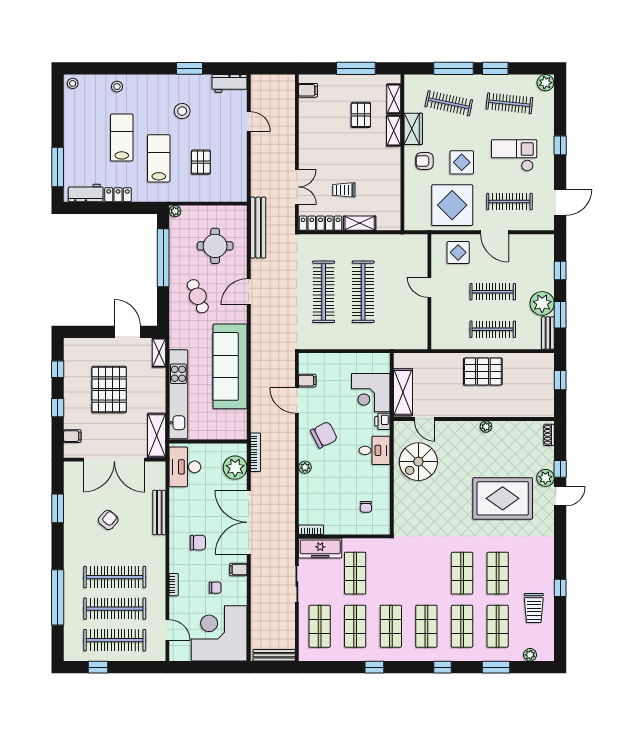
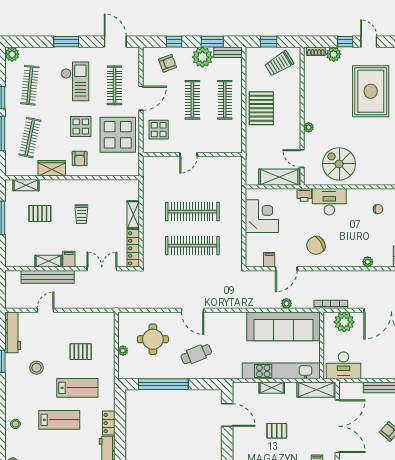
workbench: (230, 83) -> (13, 332), width x1.38
filing cabinet: (308, 90) -> (69, 259), moved
shelving: (394, 131) -> (48, 261), moved
lab bench: (122, 138) -> (59, 420), turned 180
window: (560, 145) -> (66, 42), width x1.50
checkout: (514, 155) -> (75, 81), turned 180
lab bench: (159, 158) -> (77, 388), turned 180
trolley: (344, 190) -> (81, 214), moved
plant: (175, 211) -> (123, 351), moved
bench: (258, 228) -> (48, 277), moved
armchair: (535, 263) -> (168, 63), added
door: (127, 332) -> (227, 415), swing flipped
shelving: (159, 353) -> (272, 388), moved
sofa: (230, 366) -> (283, 326), moved
pallet: (109, 389) -> (277, 431), width x0.49, depth x0.50
trolley: (535, 392) -> (279, 64), added
corner desk: (371, 393) -> (262, 216), moved, turned -90
plant: (257, 401) -> (286, 303), added
door: (425, 419) -> (302, 159), swing flipped
plant: (486, 427) -> (309, 127), moved
chair: (324, 435) -> (316, 245), turned -94
desk: (375, 450) -> (329, 202), width x1.37
spiral stairs: (418, 462) -> (339, 164), turned 180
plant: (305, 467) -> (368, 262), moved
plant: (545, 478) -> (334, 54), moved

